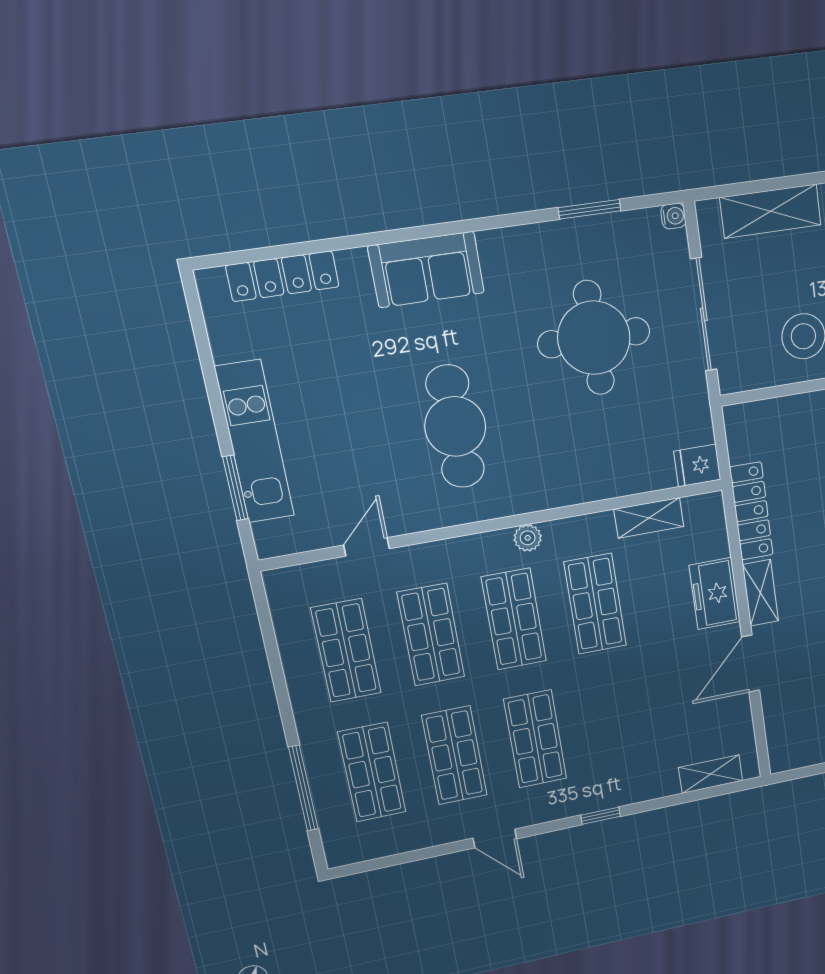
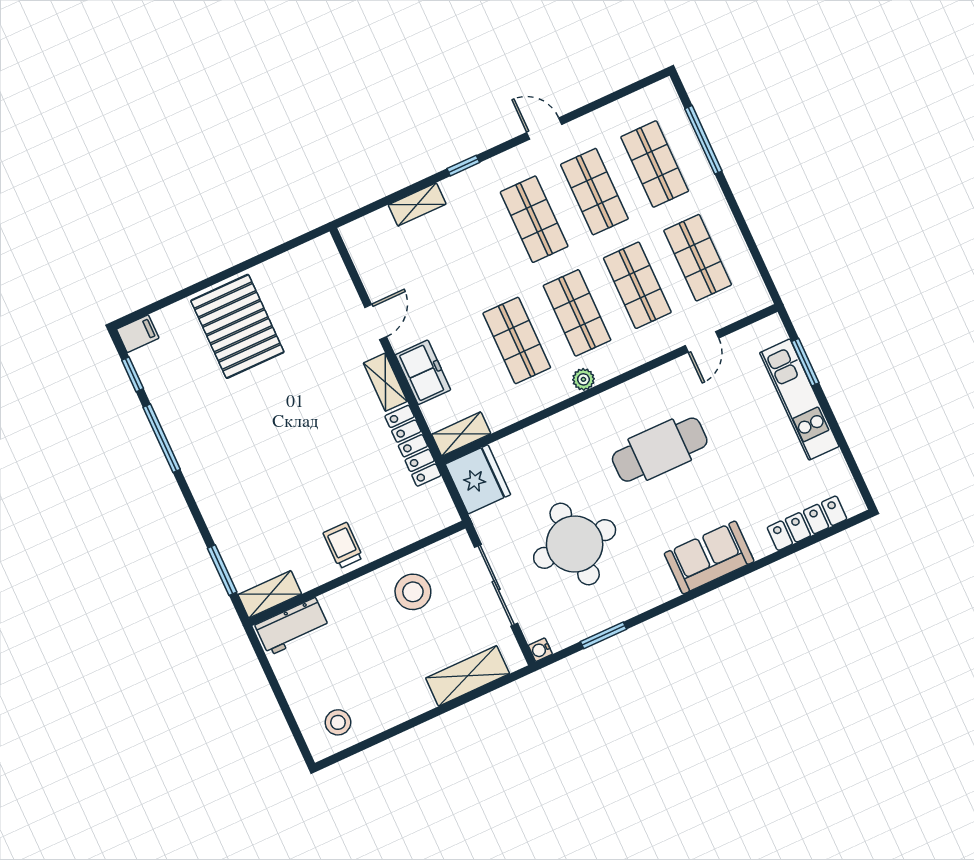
cafe table: (455, 426) -> (660, 450), turned 90
fridge: (697, 465) -> (478, 479), width x1.88, depth x1.34
shelving: (649, 518) -> (461, 434), moved
door: (751, 664) -> (376, 322), width x0.73
shelving: (711, 774) -> (417, 204), moved

